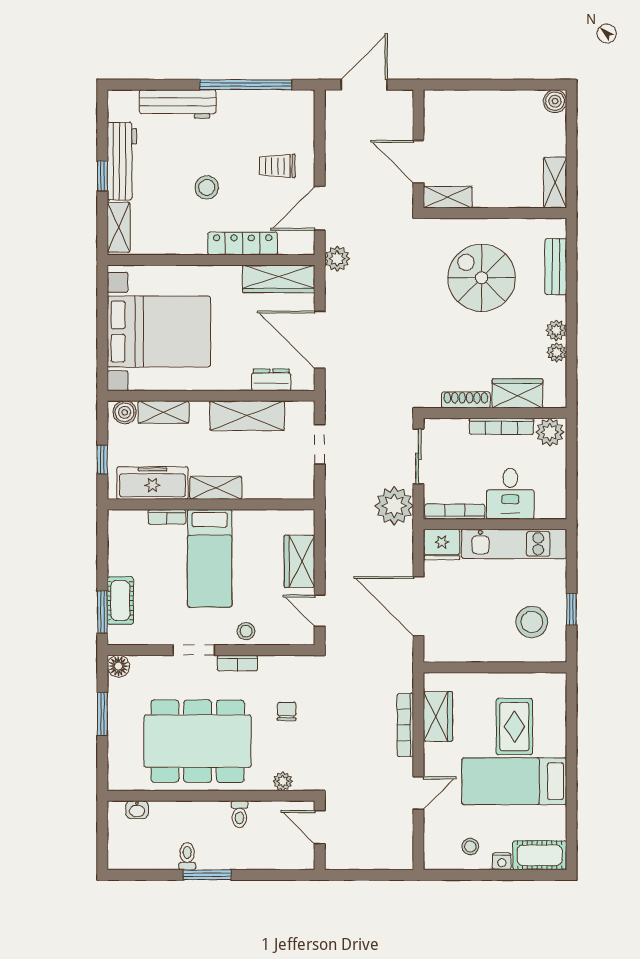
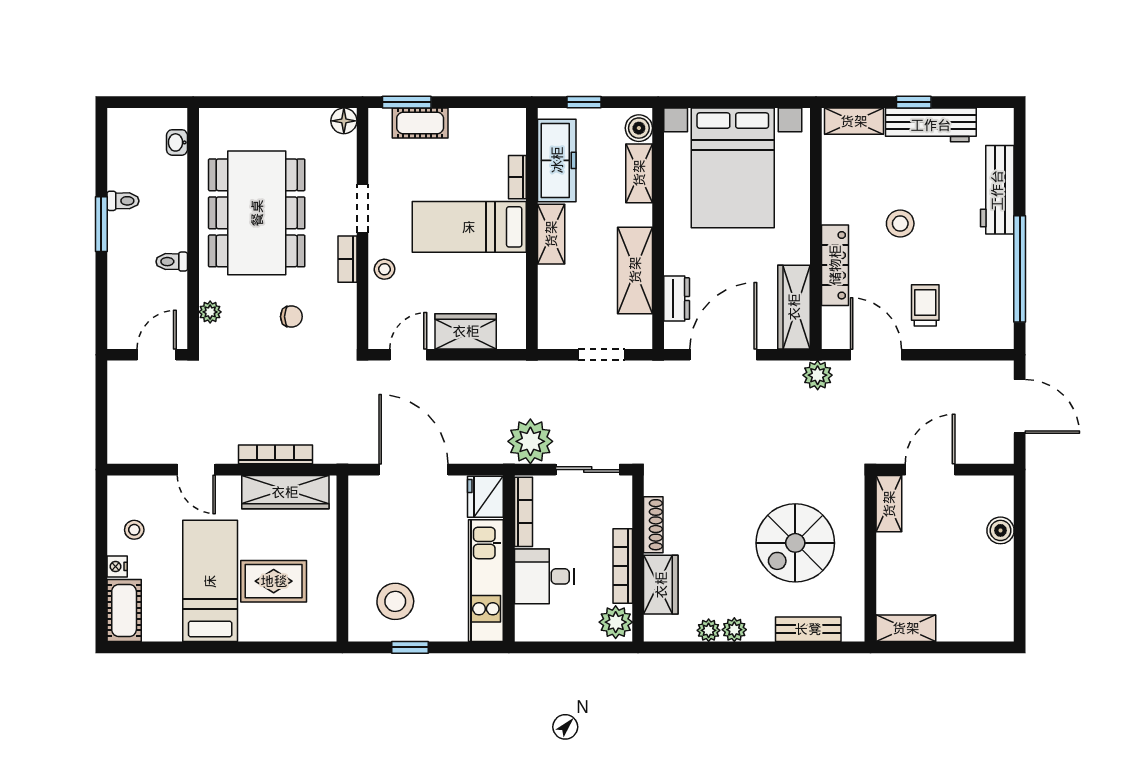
boiler: (555, 101) -> (1000, 530), moved
spiral stairs: (482, 278) -> (795, 543), turned 180
door: (418, 606) -> (413, 470), hinge flipped
window: (102, 714) -> (288, 102), removed
wardrobe: (438, 716) -> (285, 492), width x1.50

